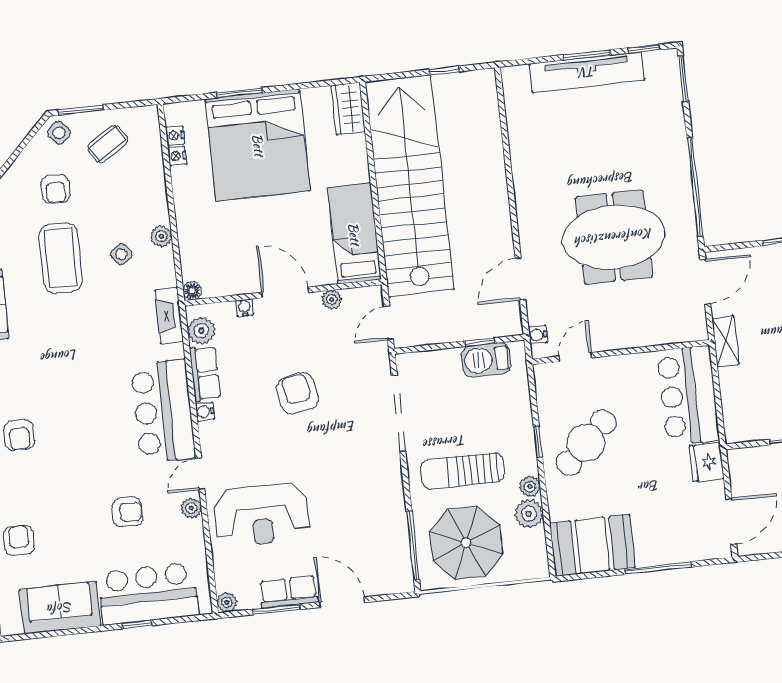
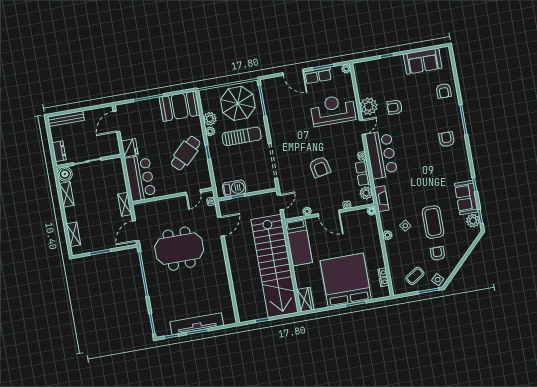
plant: (191, 508) -> (369, 106), width x1.88, depth x1.88
bar counter: (148, 594) -> (383, 70), removed

